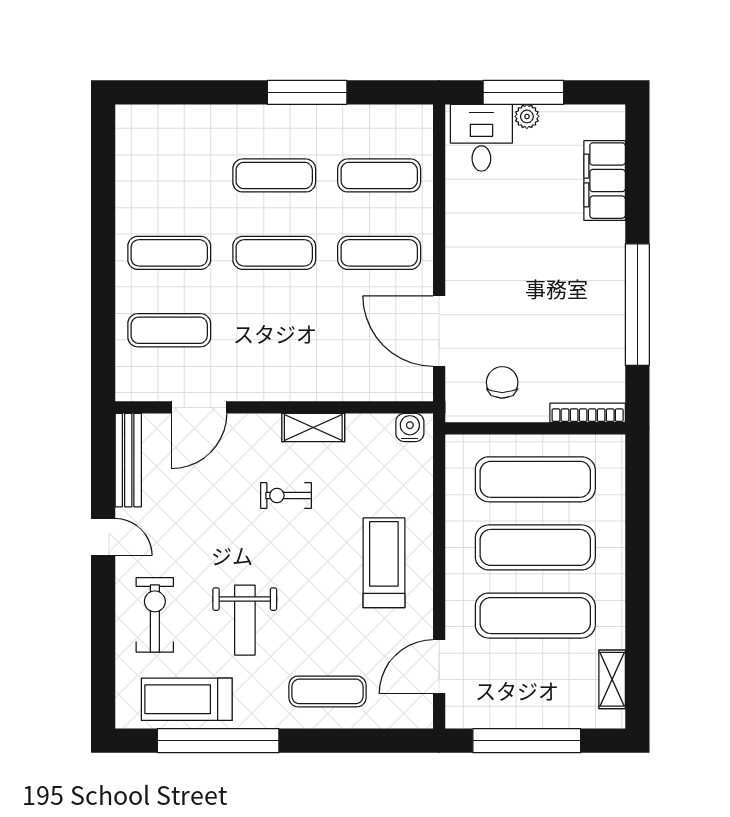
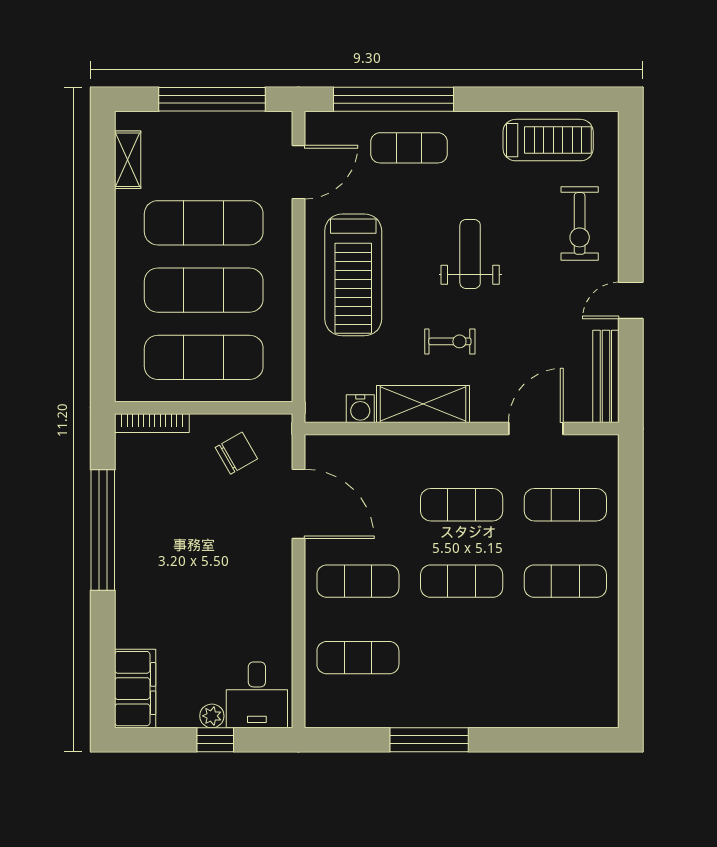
window: (523, 92) -> (215, 740), width x0.46
exercise mat: (274, 175) -> (462, 505), moved
filing cabinet: (605, 181) -> (135, 689), moved
chair: (502, 382) -> (236, 453), turned -120
water cooler: (410, 427) -> (360, 409), moved
shelving: (313, 428) -> (423, 404), width x1.50, depth x1.33
door: (103, 537) -> (631, 300), hinge flipped
treadmill: (384, 563) -> (353, 275), width x1.37, depth x1.38
weight bench: (245, 620) -> (470, 254), moved
window: (218, 741) -> (394, 99), moved

